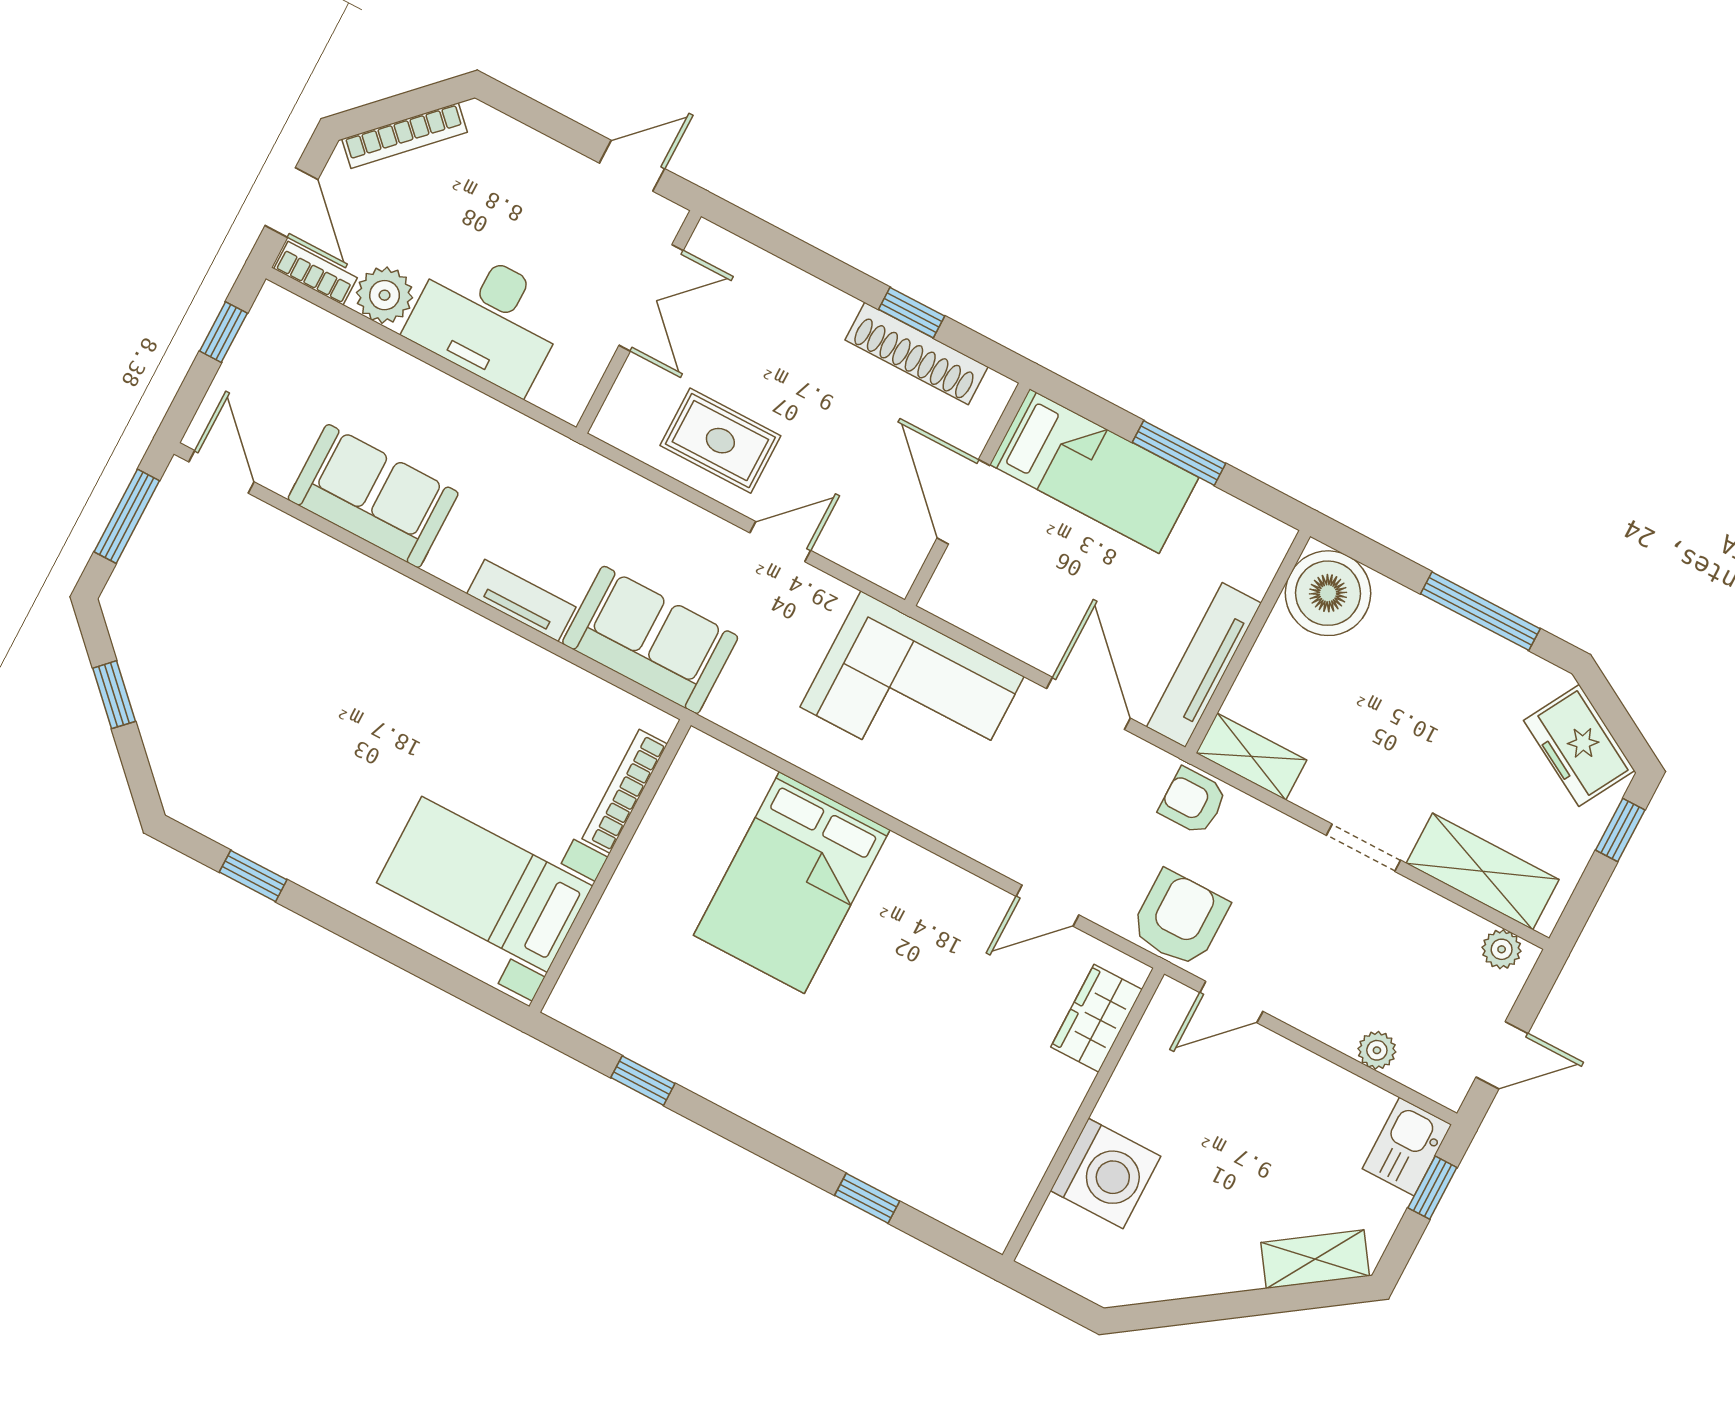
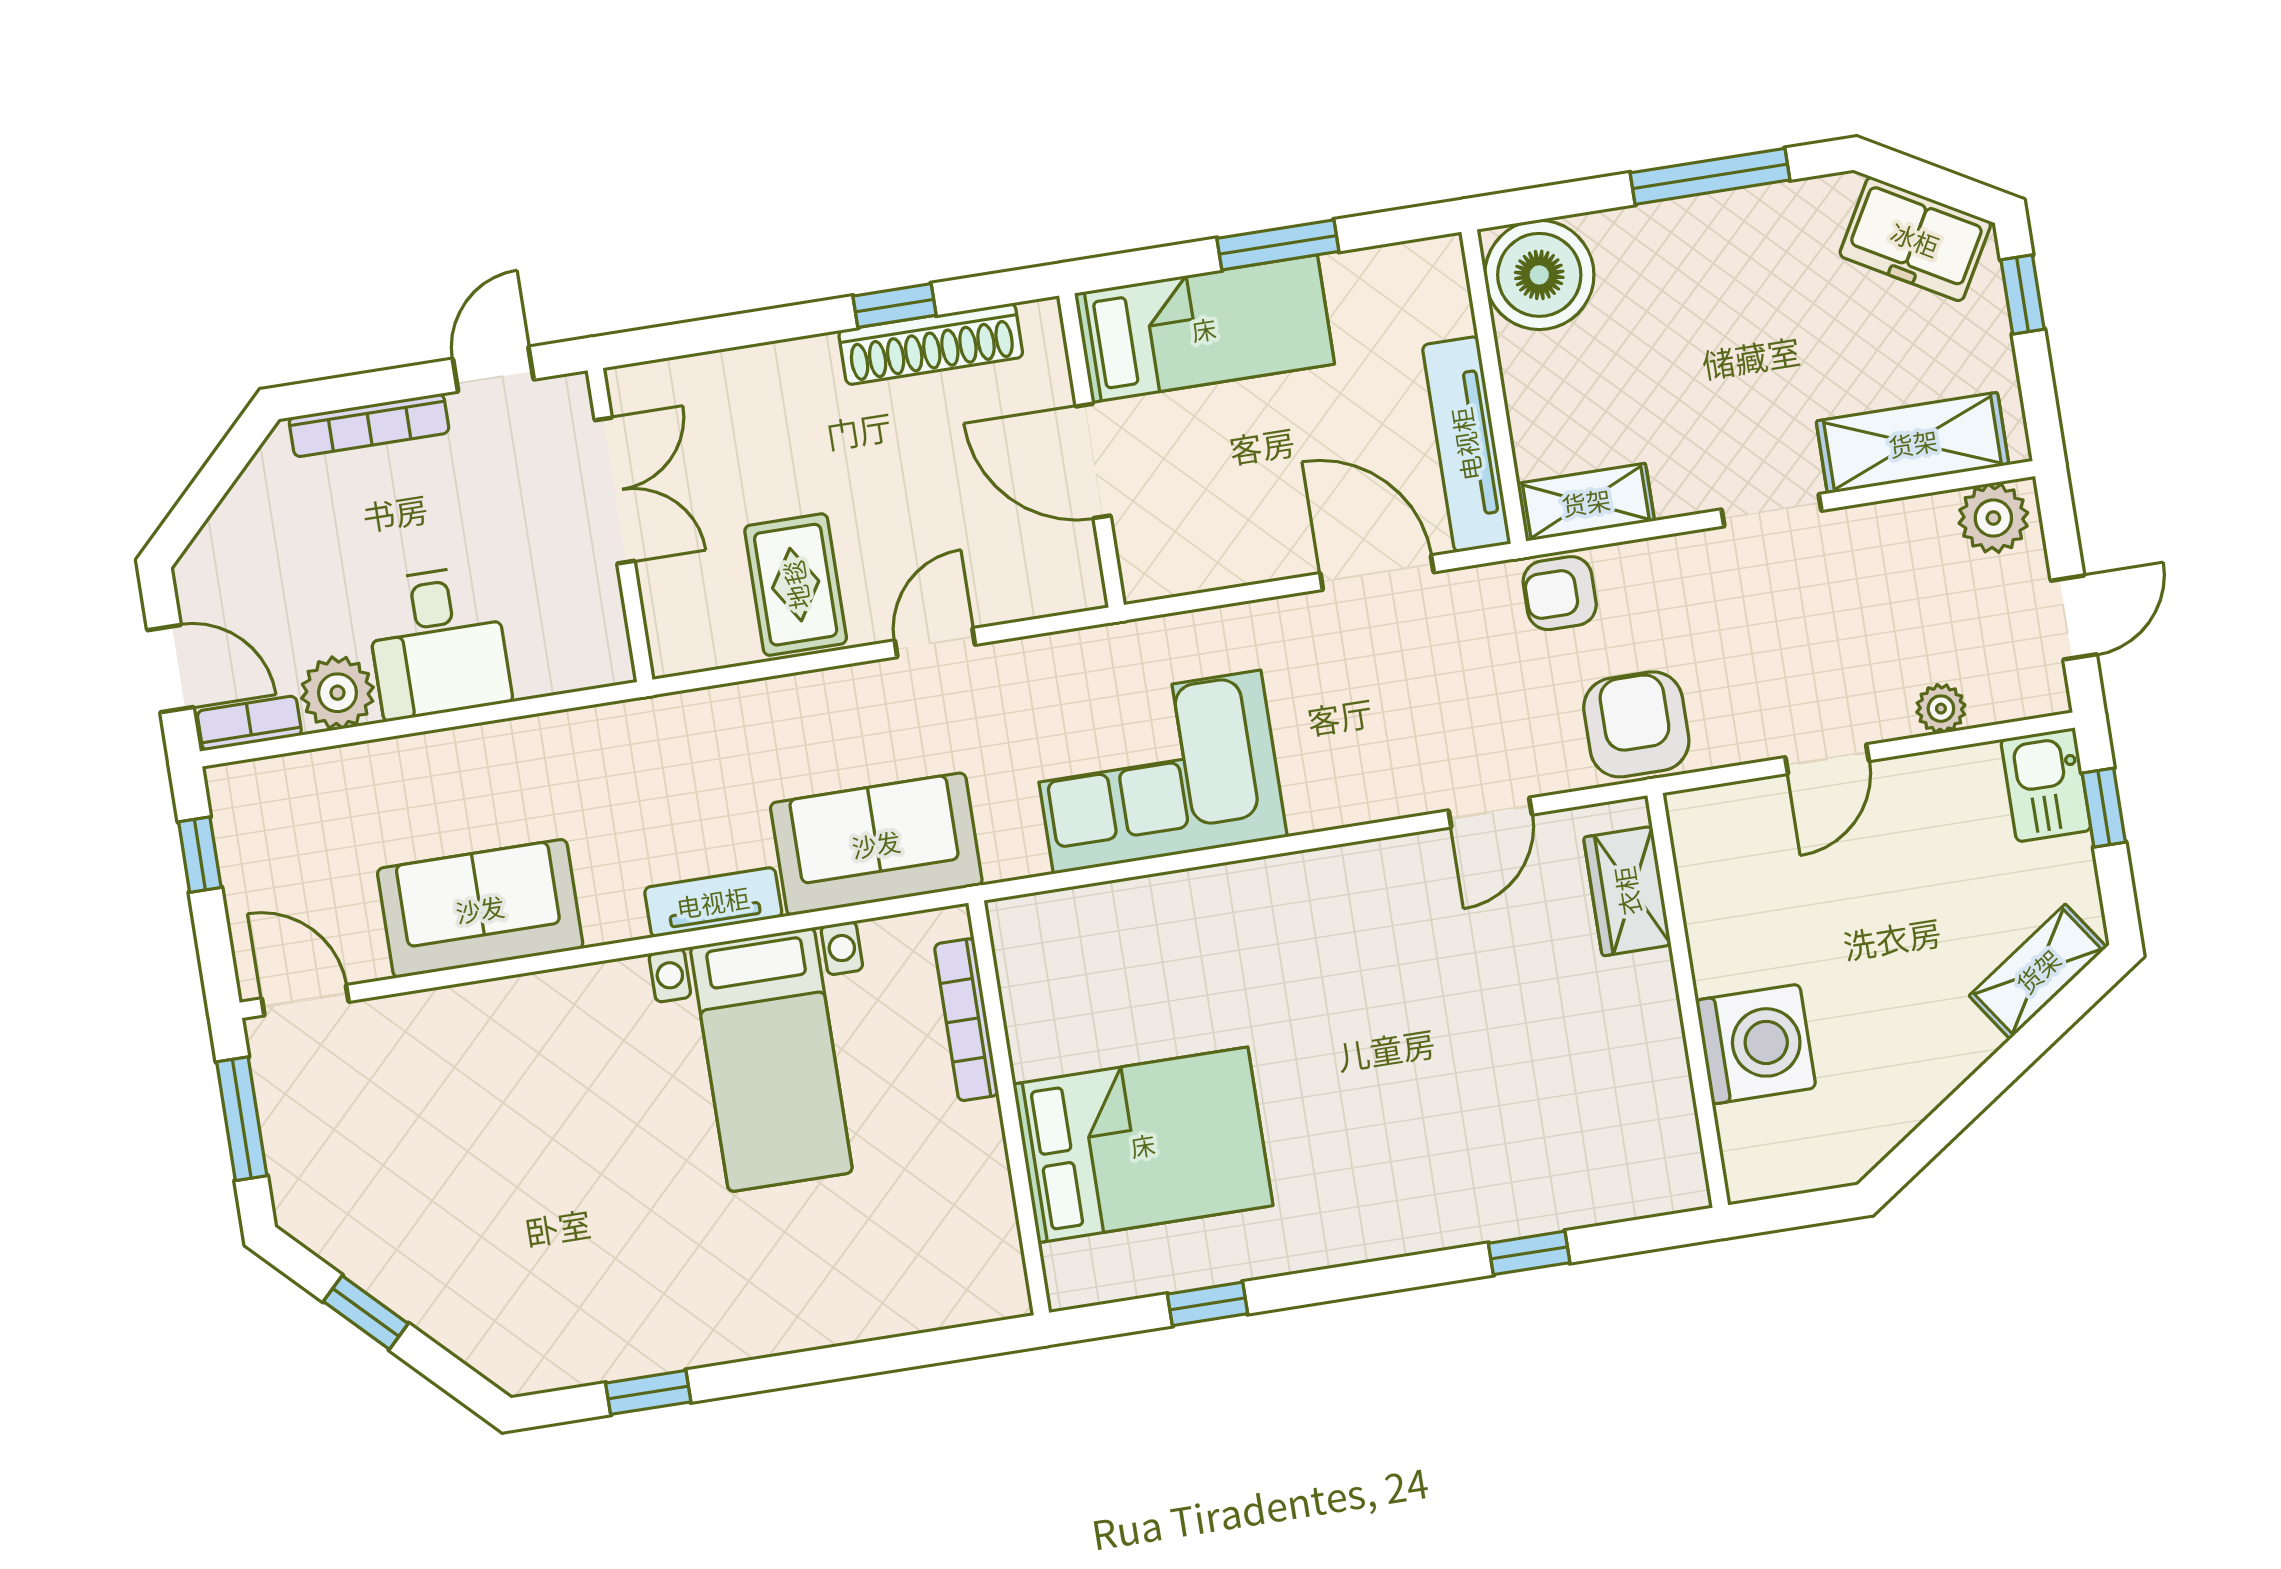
bookcase: (405, 136) -> (369, 425), moved, turned 45
desk: (487, 319) -> (438, 642), width x0.73
rug: (720, 441) -> (796, 585), turned 90
corner sofa: (912, 692) -> (1157, 772), moved, turned 180
bed: (792, 883) -> (1143, 1145), moved, turned -90
bed with nightstands: (485, 884) -> (771, 1060), moved, turned -90
plant: (1502, 949) -> (1993, 518), width x1.38, depth x1.38
door: (1231, 1002) -> (1827, 759), moved

